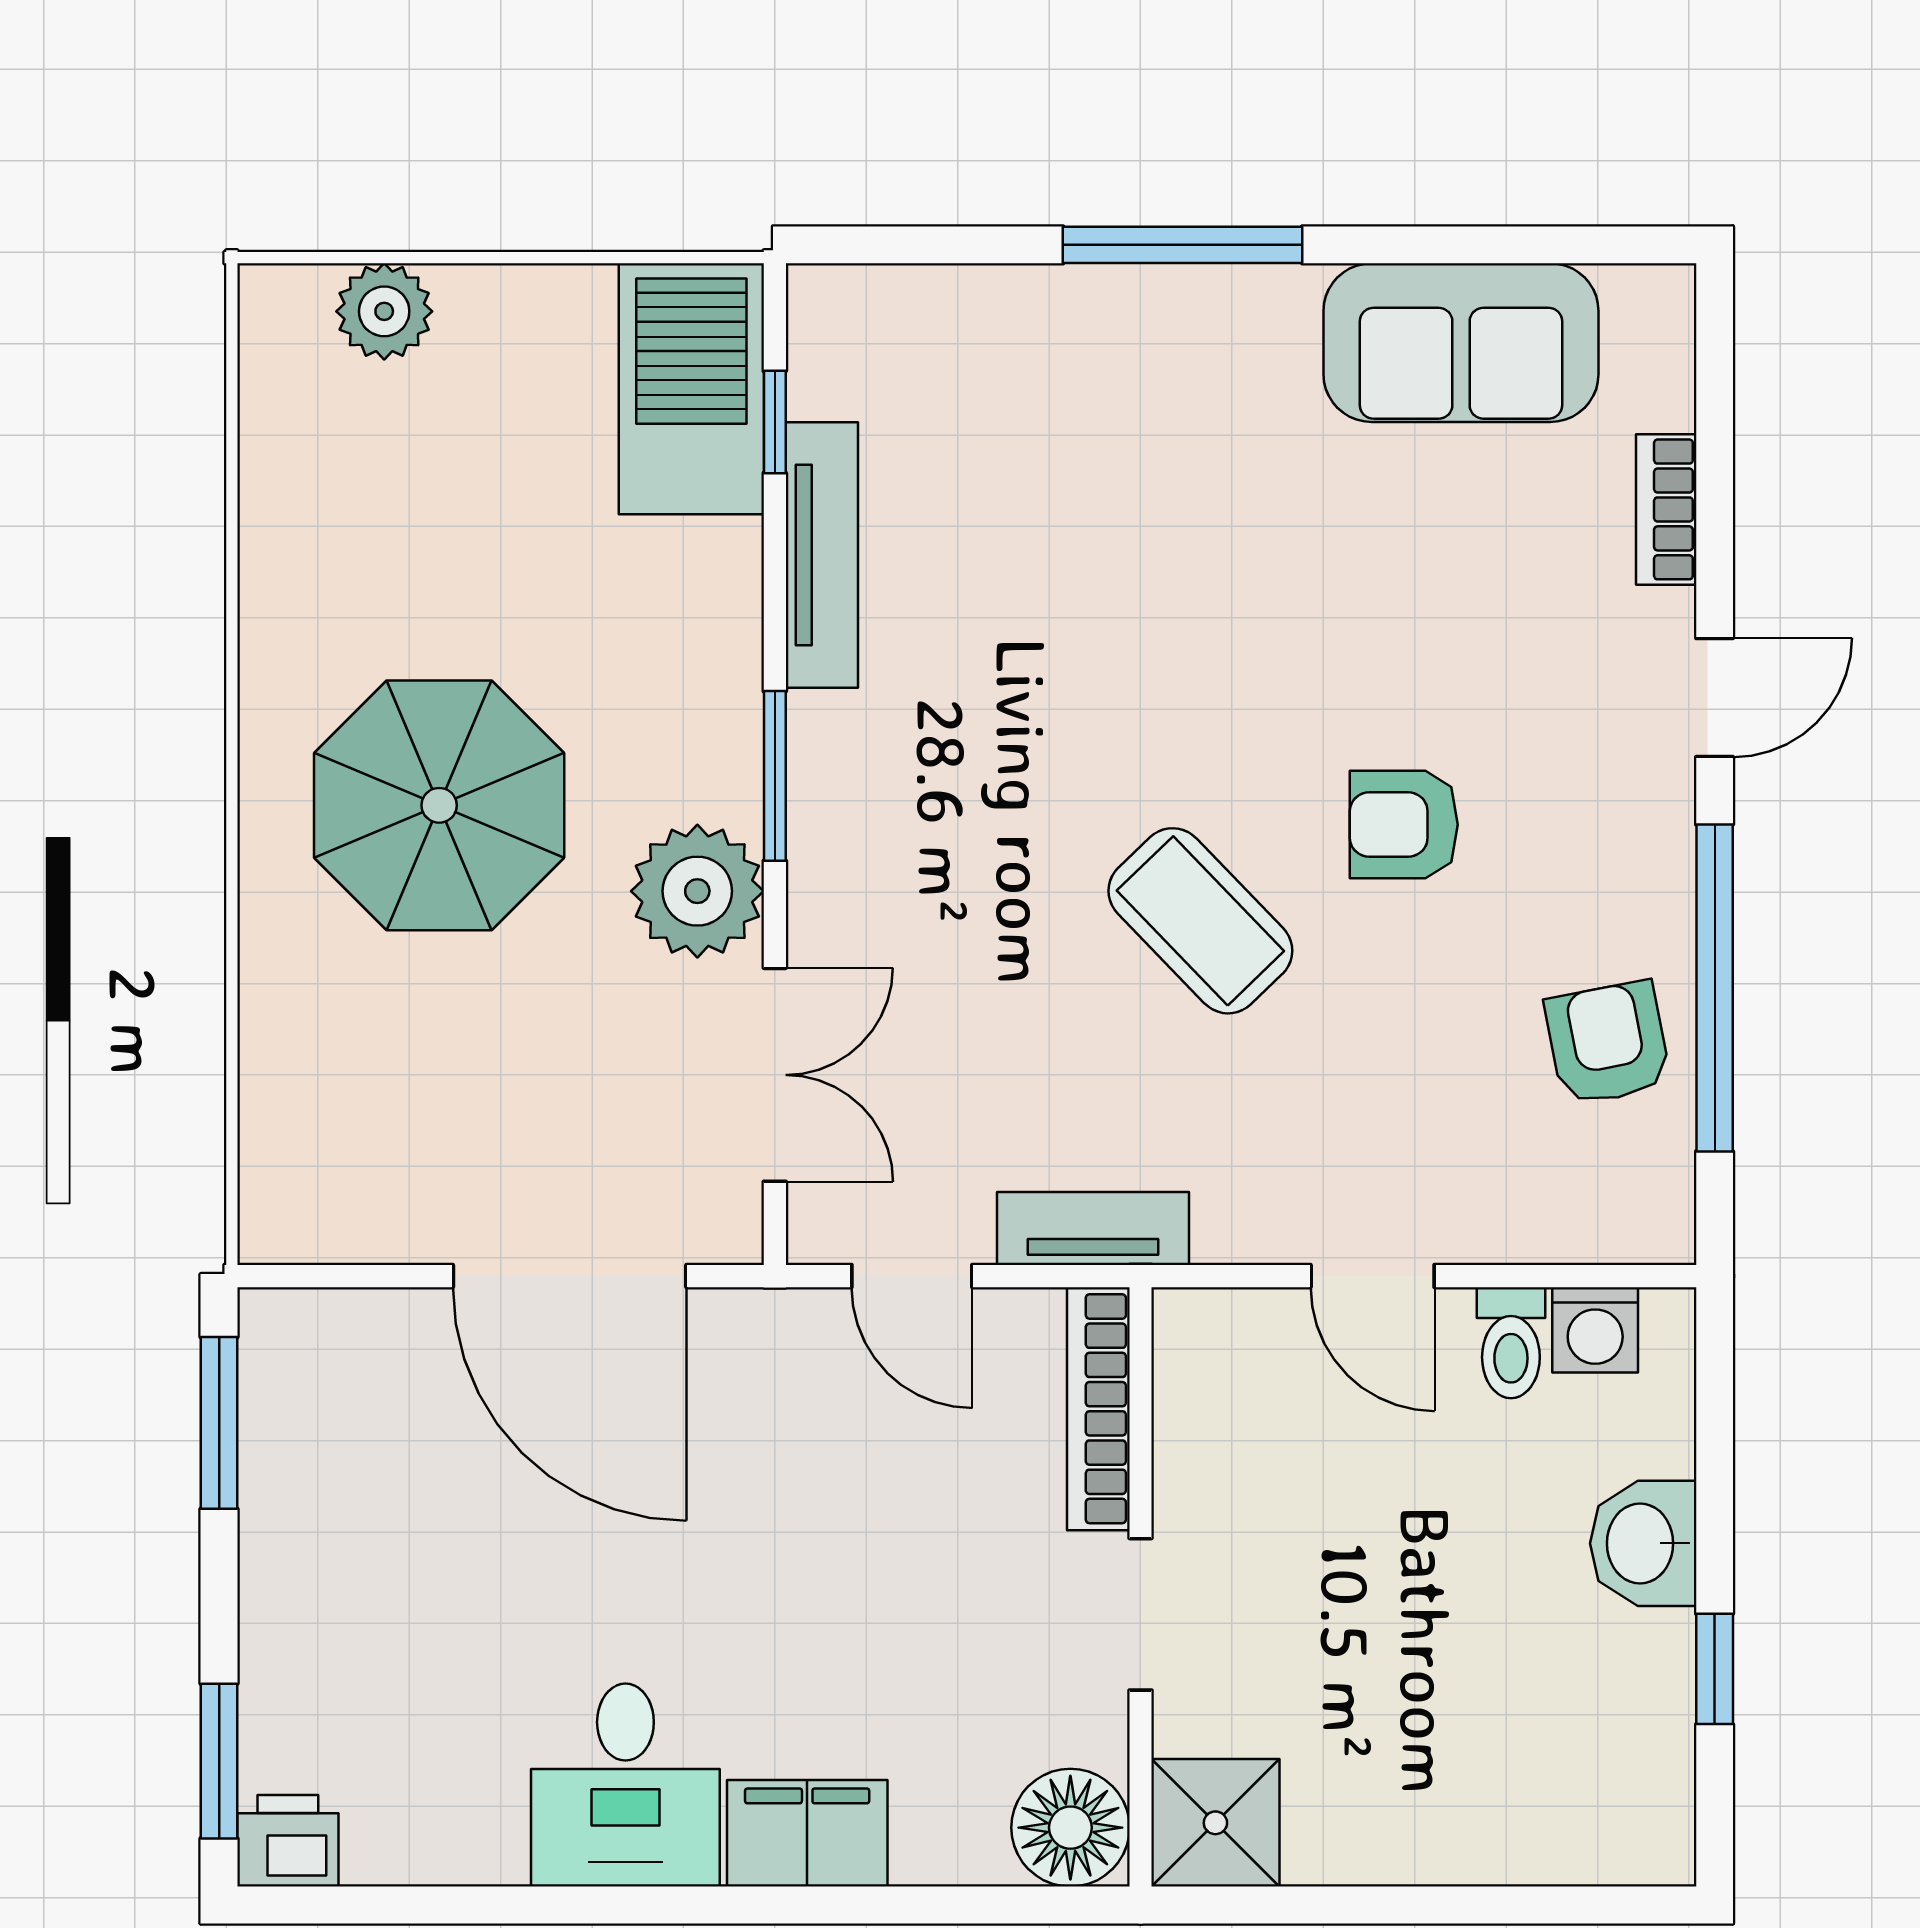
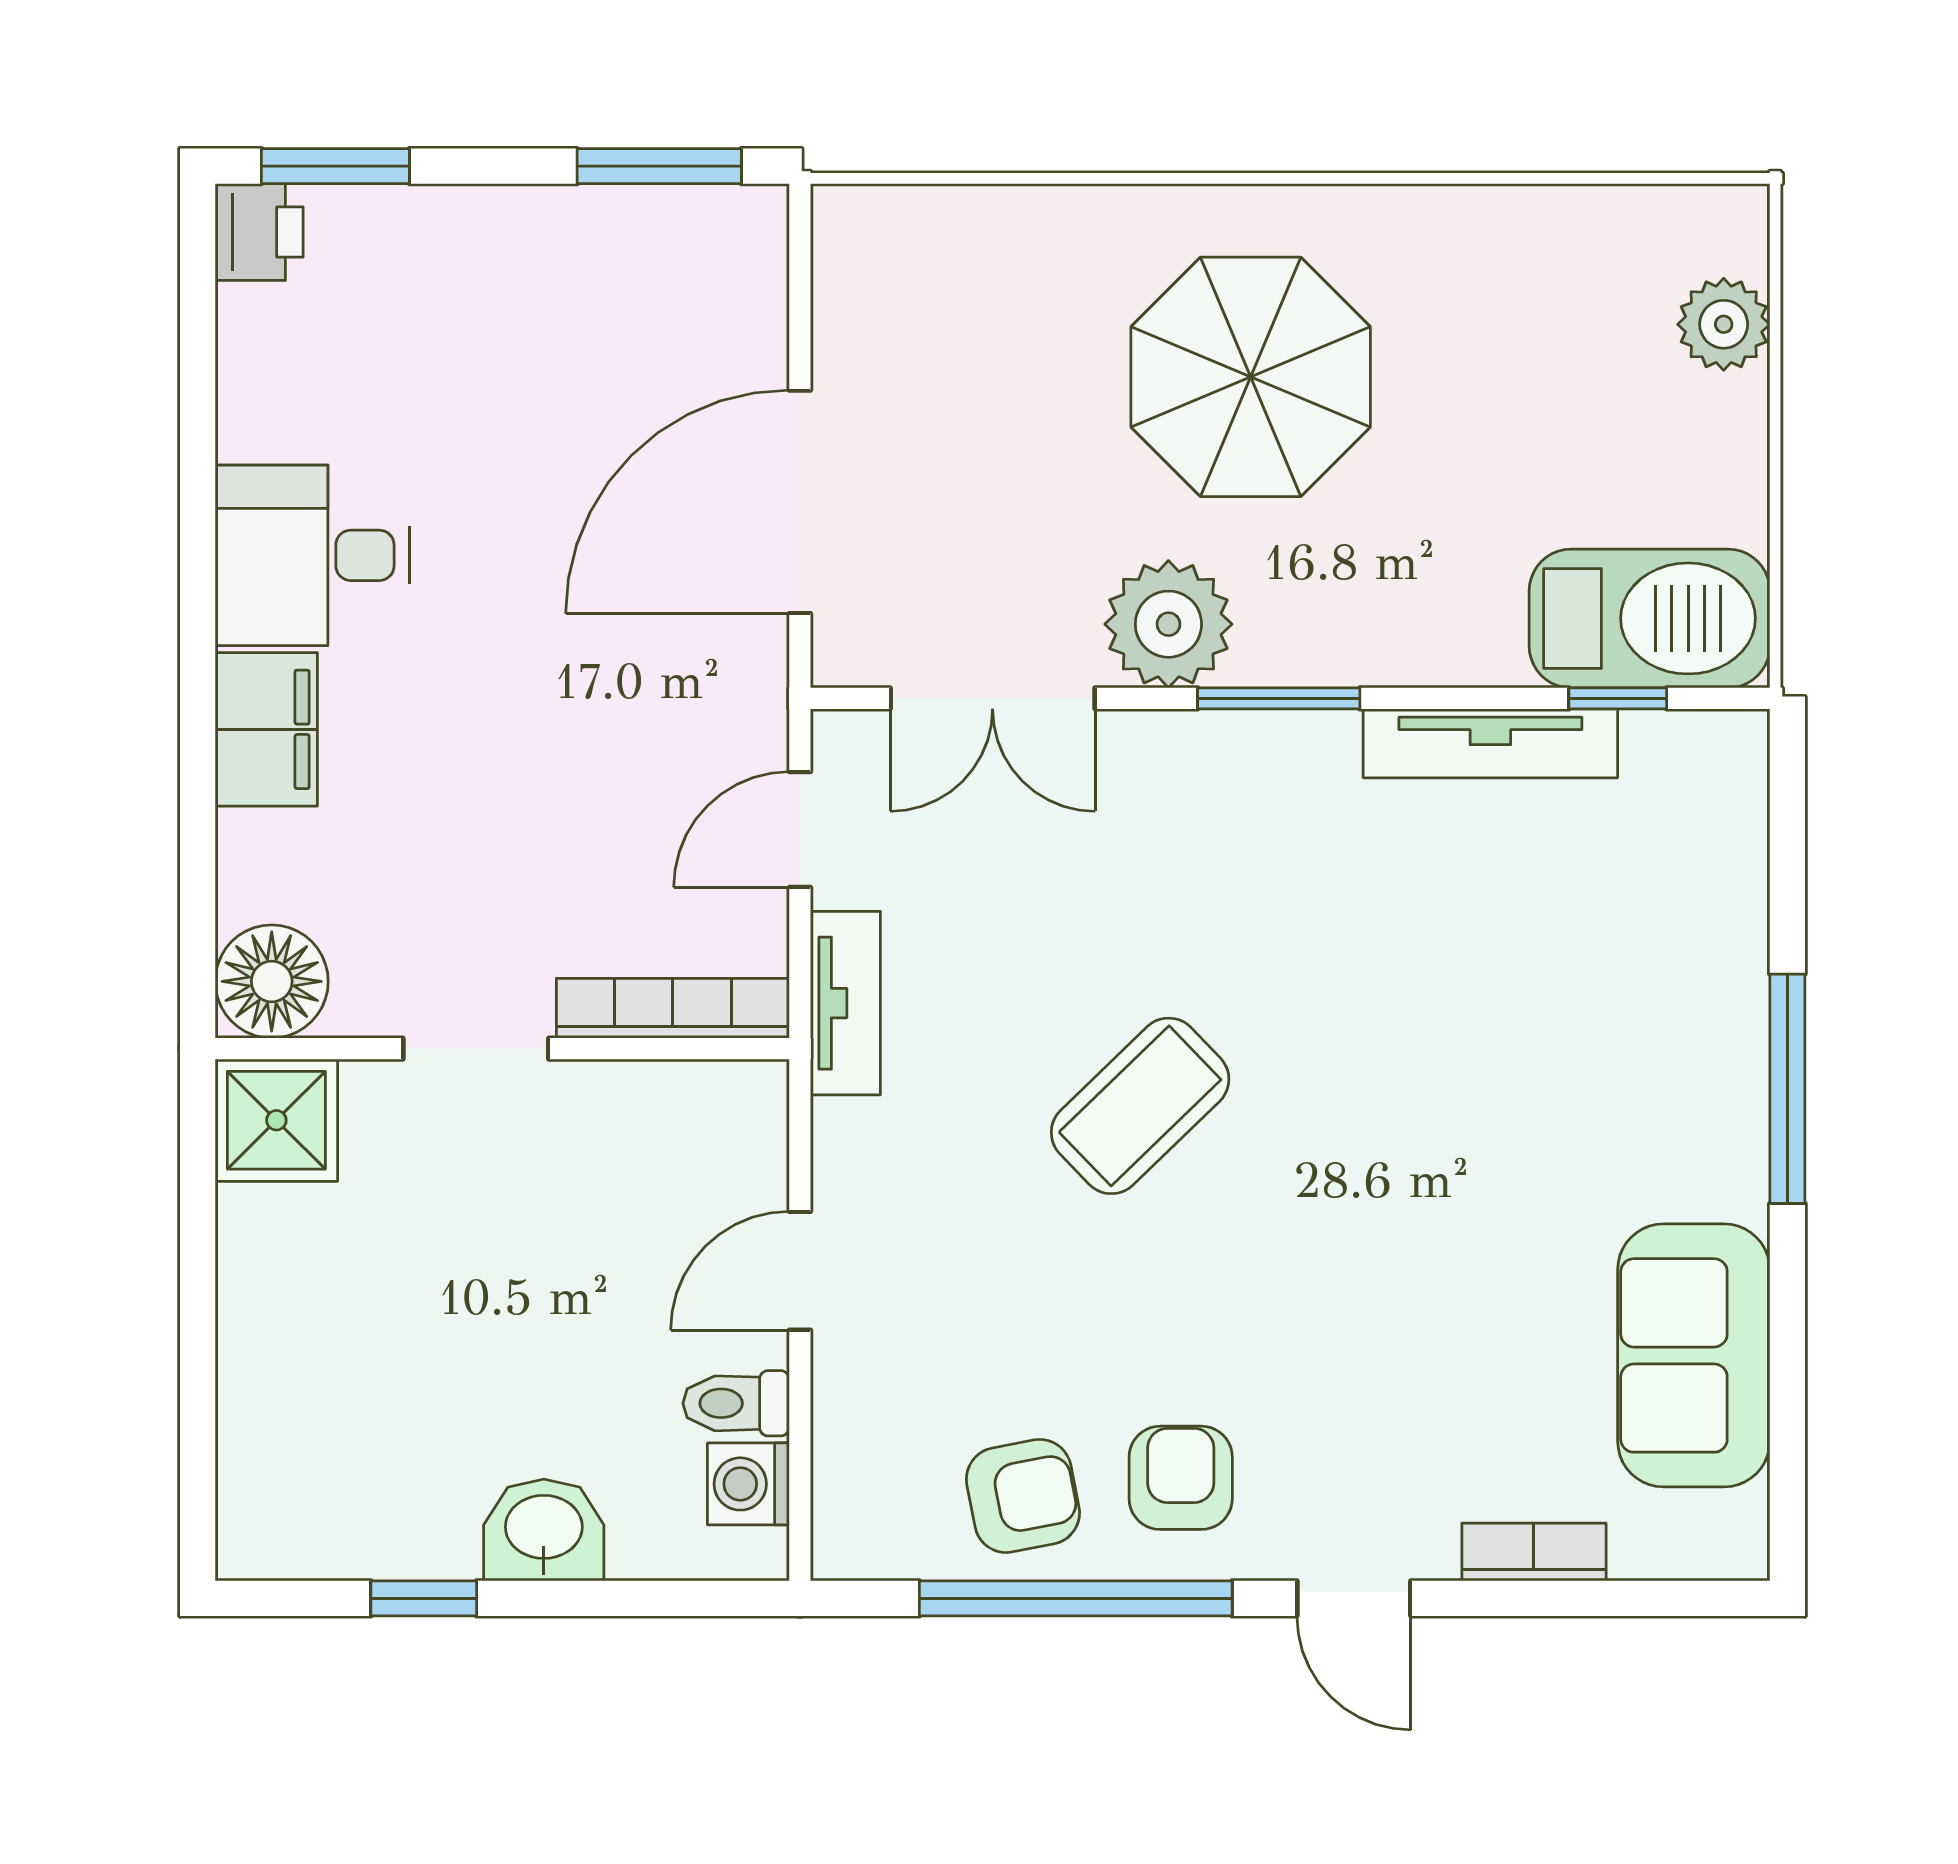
armchair: (1404, 825) -> (1181, 1478), moved

